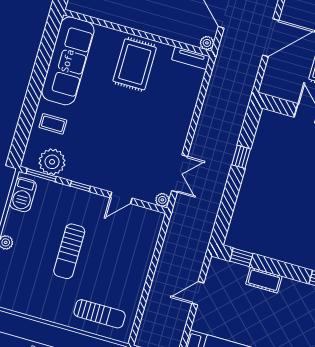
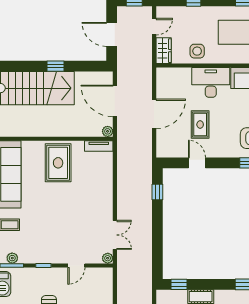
window: (241, 157) -> (157, 192), moved
plant: (52, 162) -> (12, 258), width x0.53, depth x0.53

